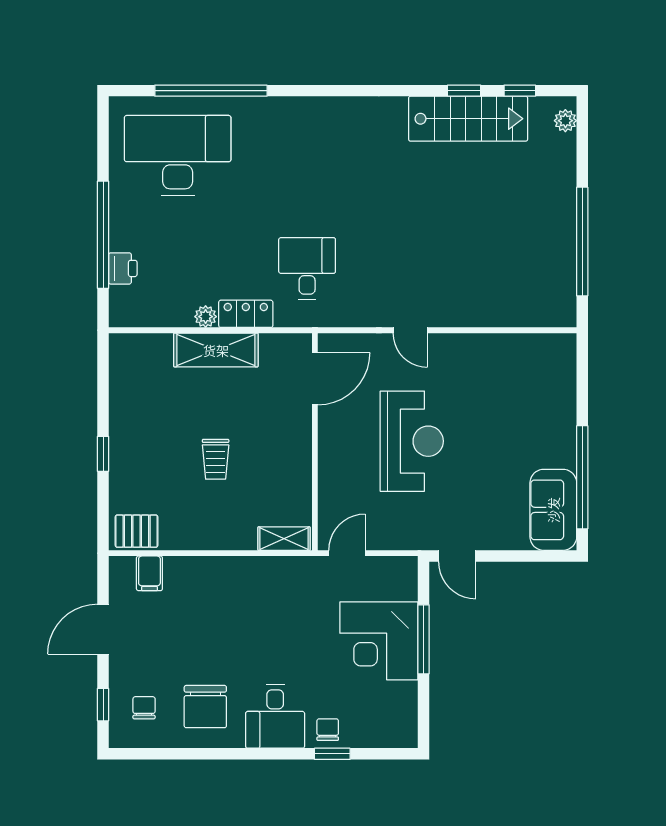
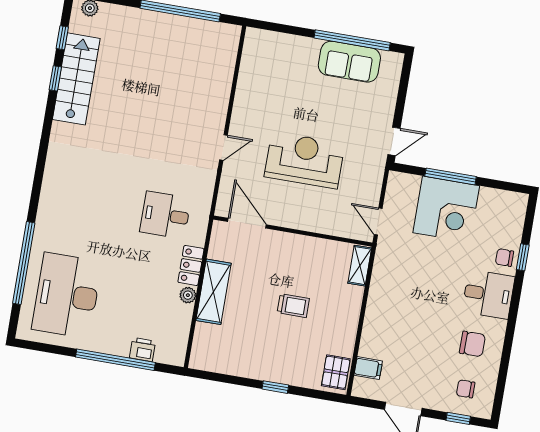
sofa: (553, 510) -> (349, 62), moved
chair: (205, 707) -> (472, 344), width x0.73, depth x0.73

